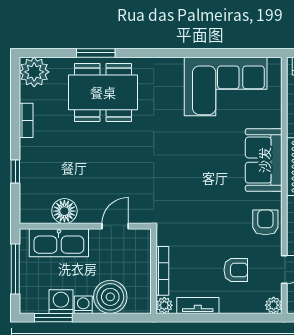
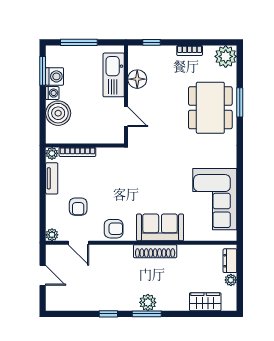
floor lamp: (64, 211) -> (137, 79), moved
wall: (85, 226) -> (126, 95), moved
door: (115, 226) -> (126, 117), moved
kitchen sink: (59, 243) -> (114, 75), moved

